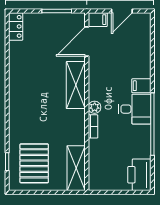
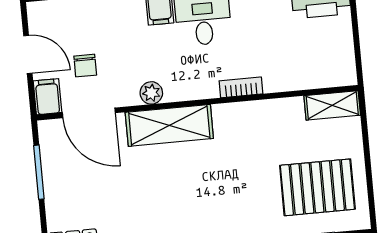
chair: (113, 42) -> (85, 66), added
plant: (95, 107) -> (151, 93), moved
shelving: (76, 168) -> (332, 105), width x0.67, depth x0.75

